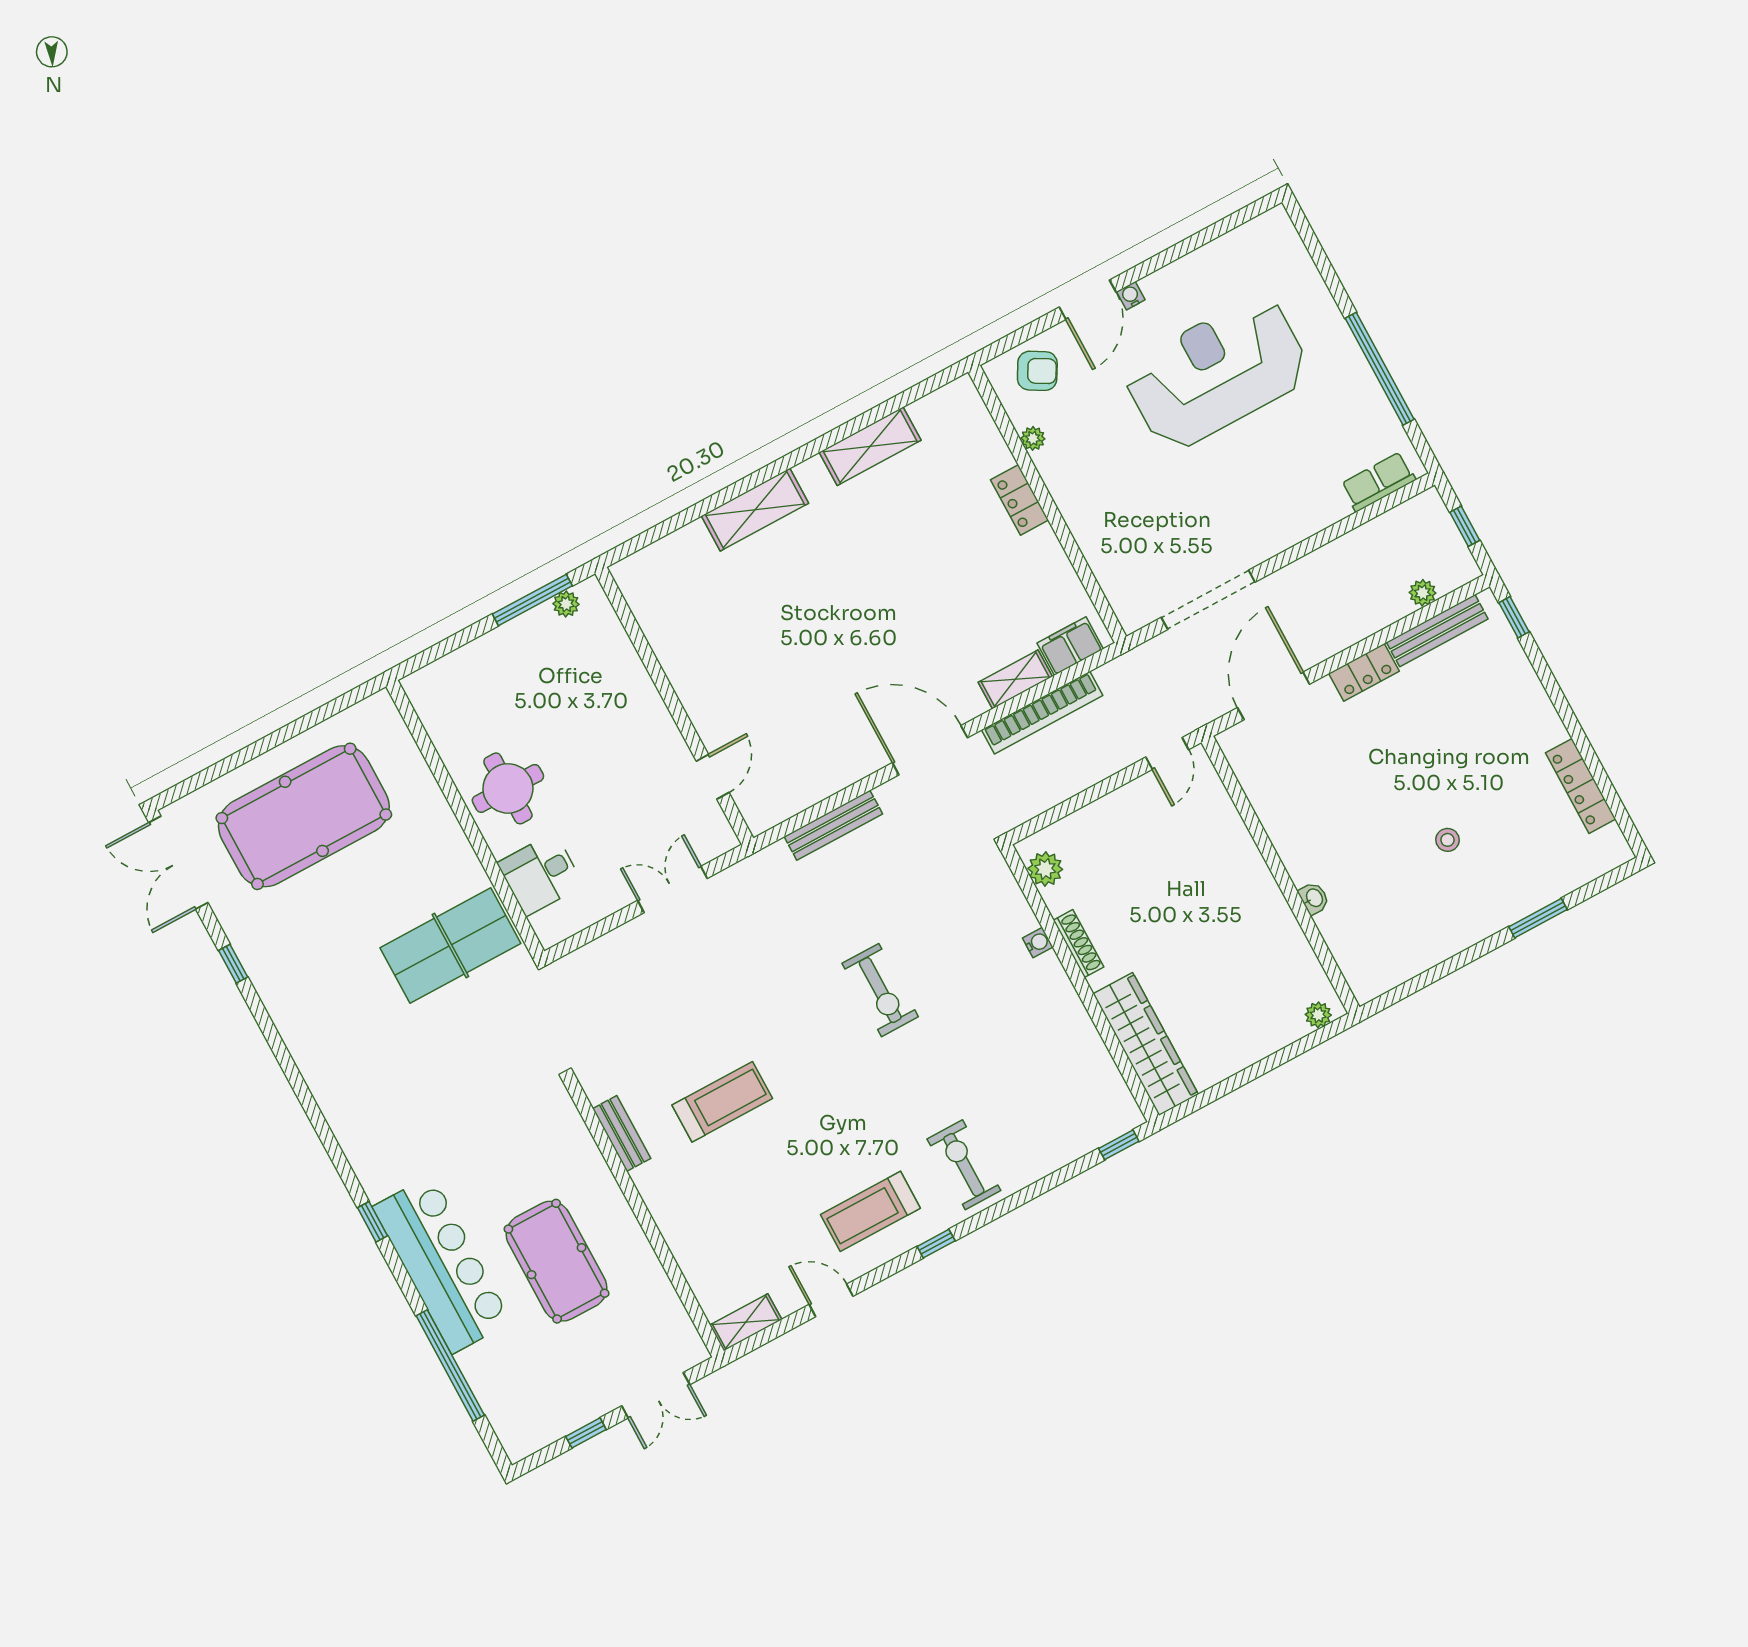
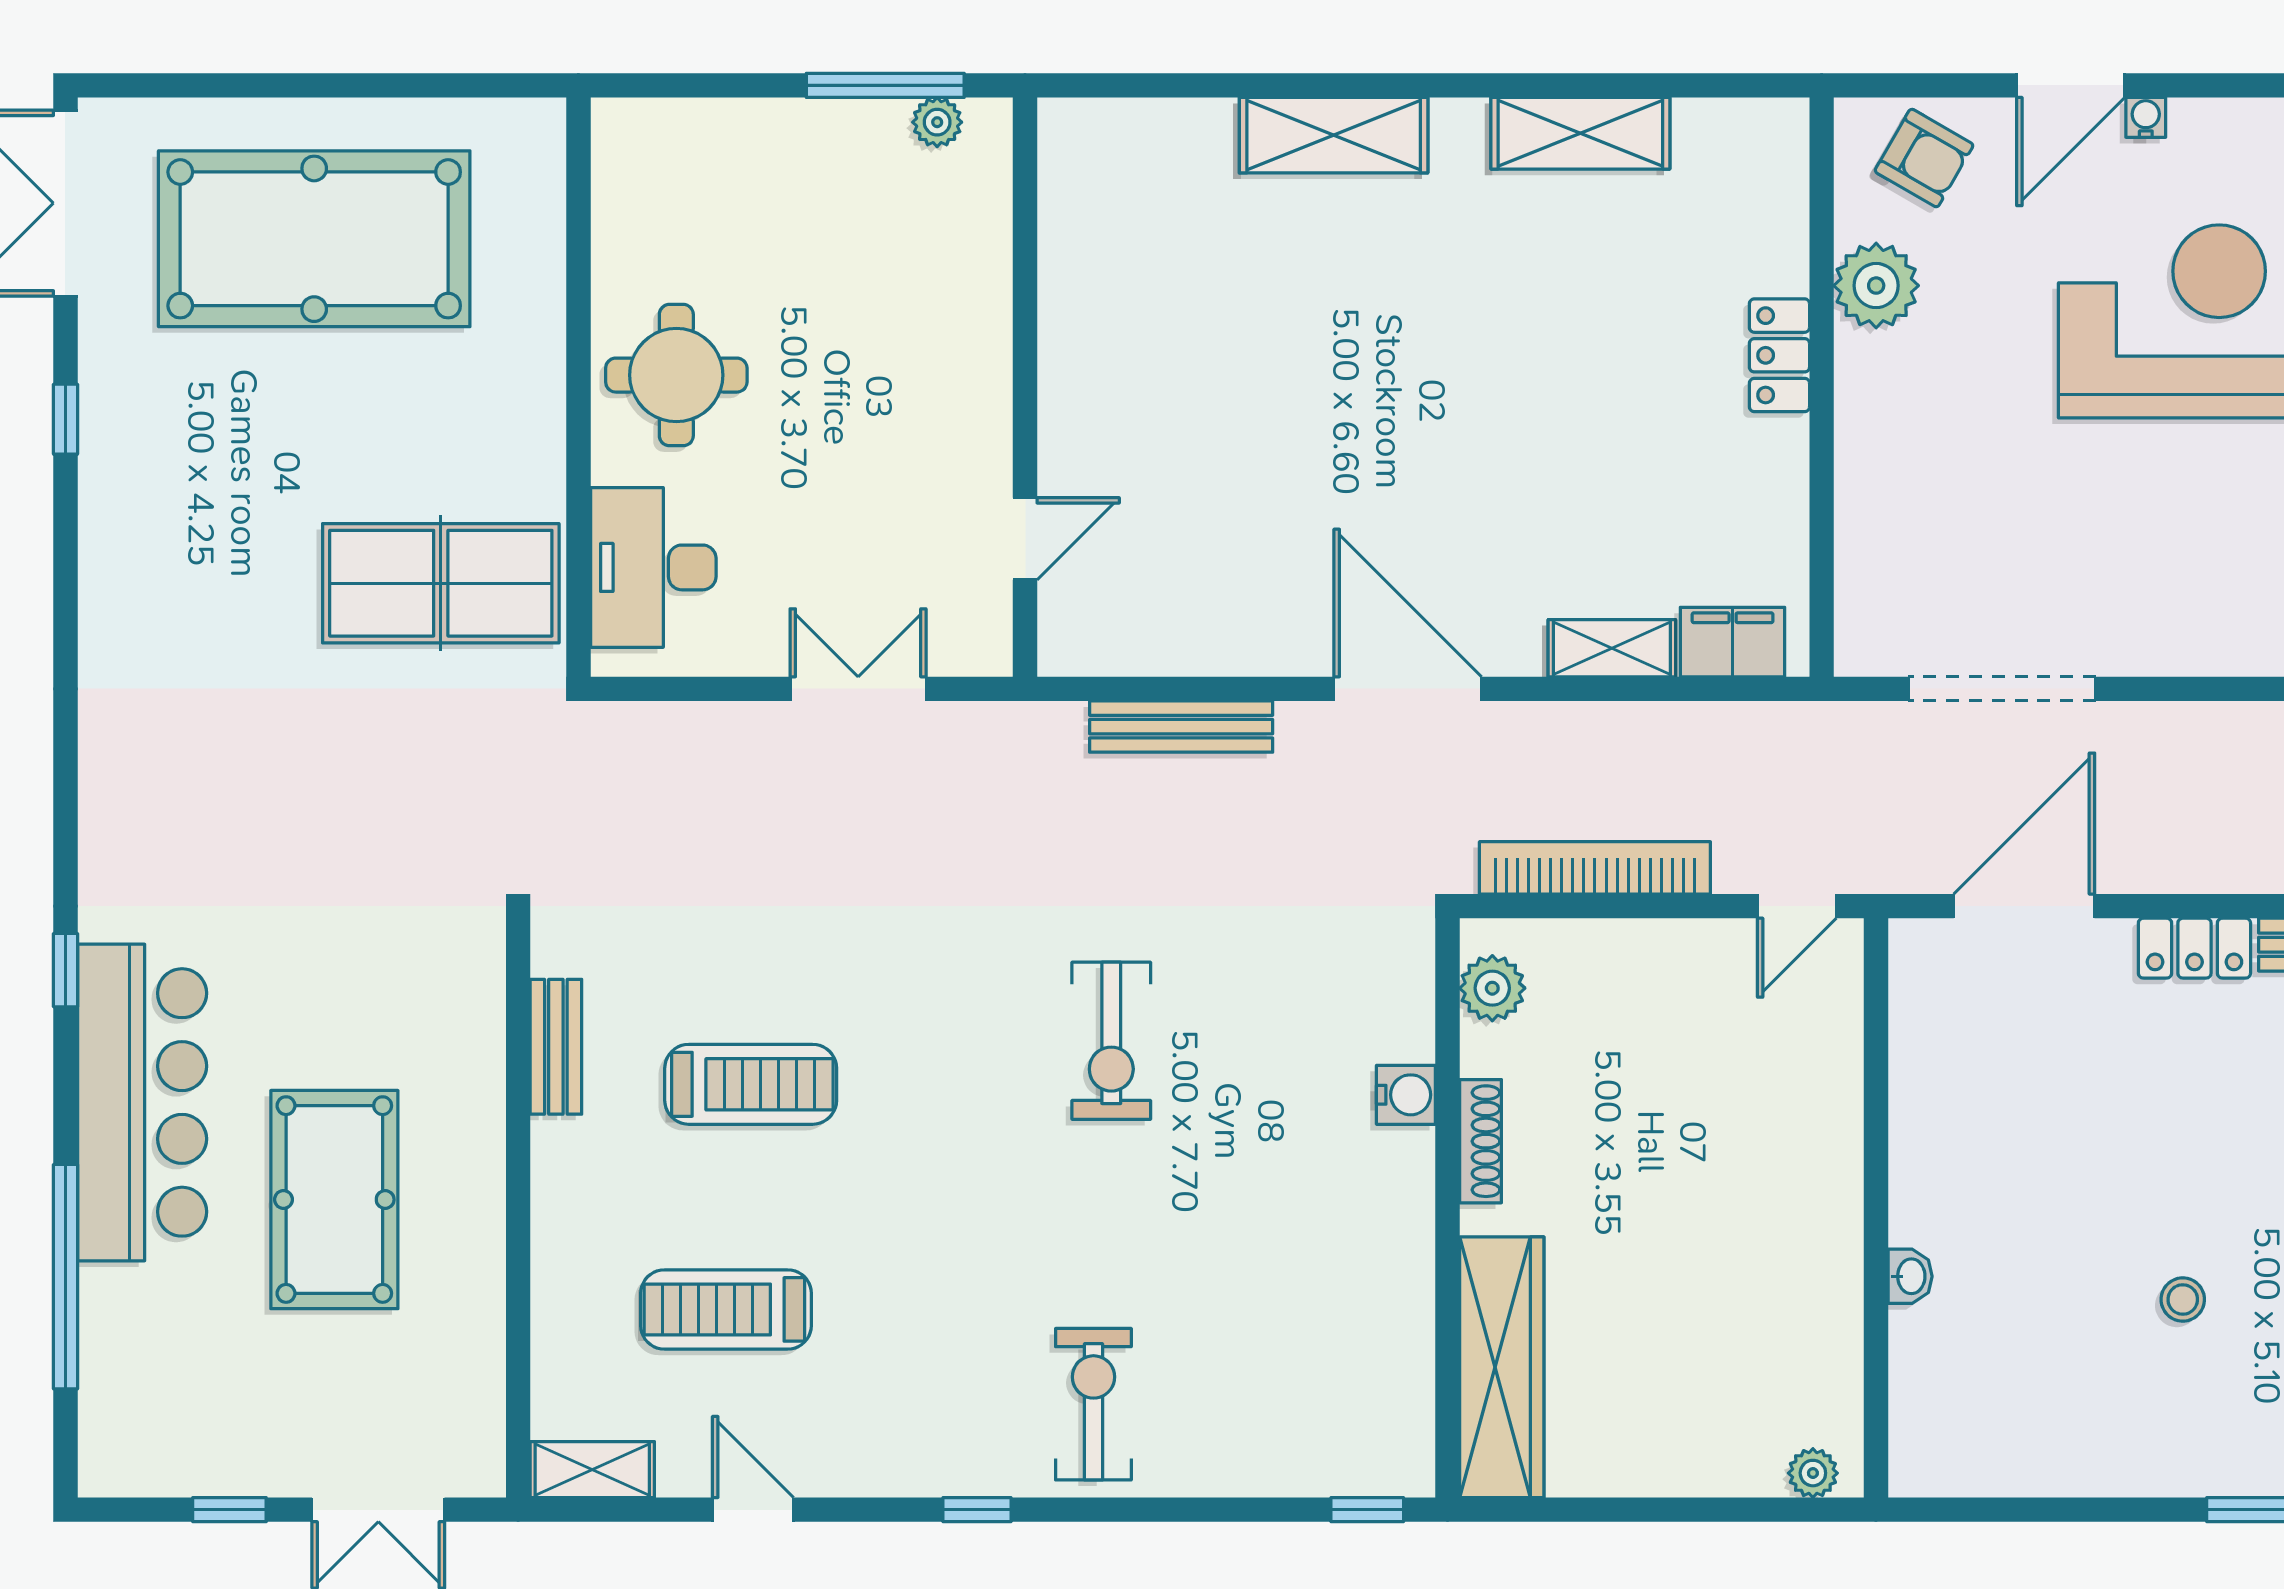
plant: (1033, 438) -> (1876, 286), width x1.88, depth x1.88
bookcase: (1042, 713) -> (1595, 868), moved, turned 180
desk: (540, 874) -> (653, 567), width x1.37
water cooler: (1038, 943) -> (1406, 1095), width x1.38, depth x1.38
treadmill: (870, 1211) -> (726, 1309), moved

